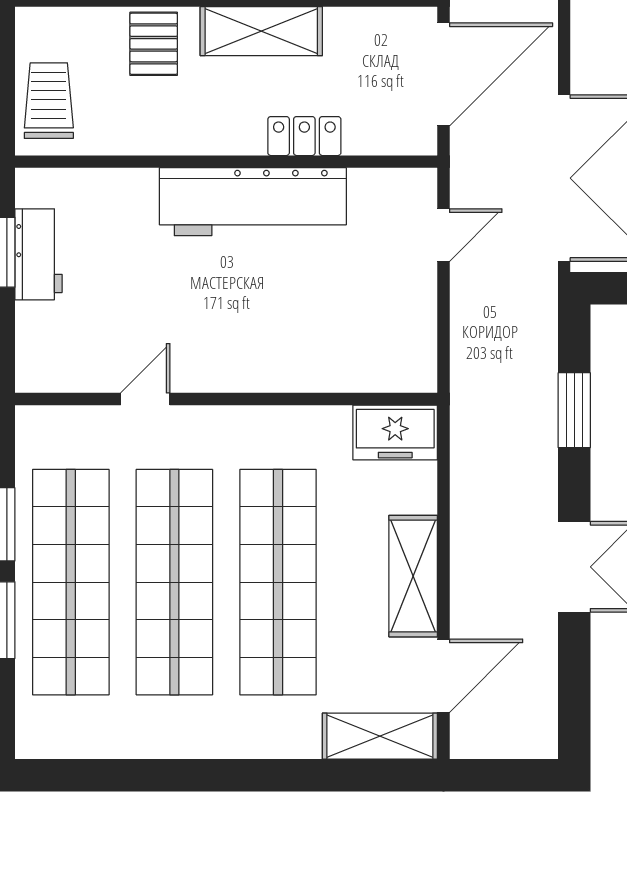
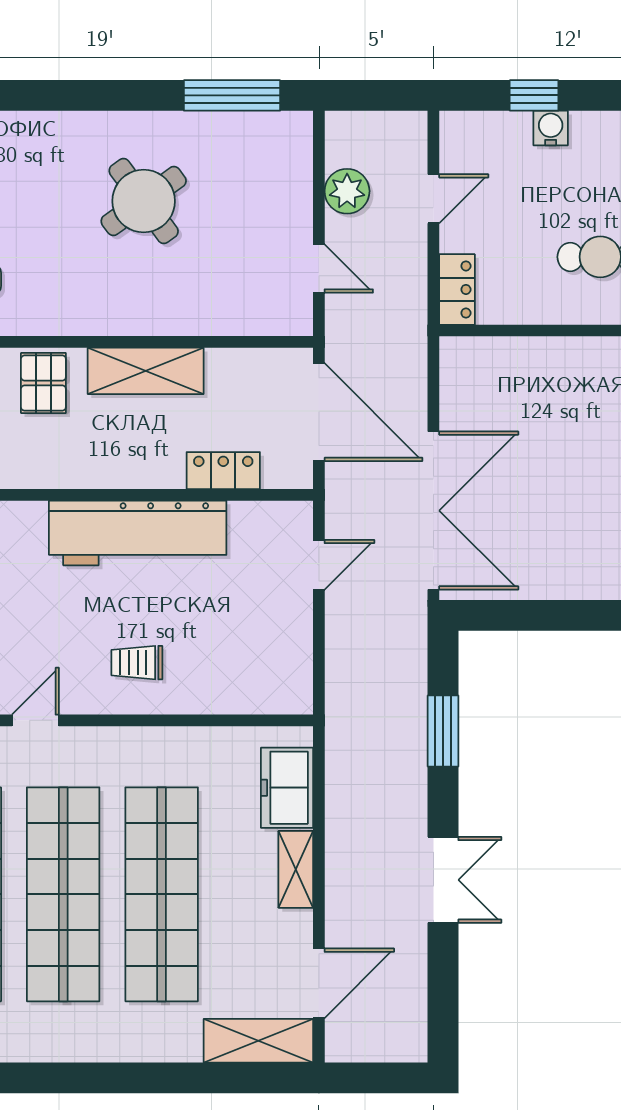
door: (443, 74) -> (319, 412), hinge flipped
locker: (304, 136) -> (223, 471), moved
trolley: (252, 338) -> (137, 663), added
freezer: (395, 433) -> (287, 788), moved, turned 90
shelving: (413, 576) -> (296, 869), width x0.67, depth x0.75

